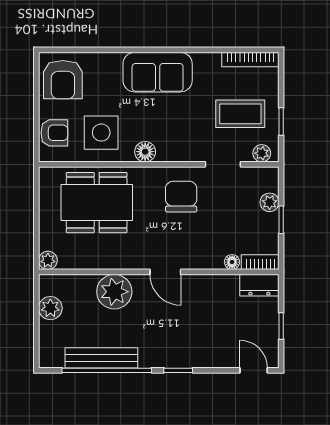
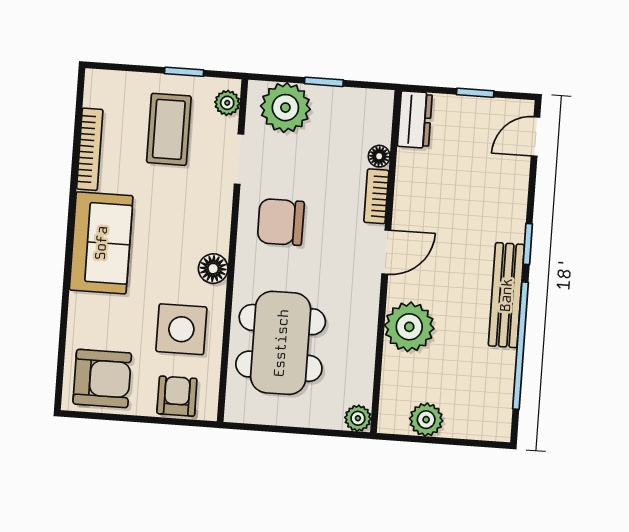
bookcase: (250, 59) -> (90, 149), moved
plant: (270, 202) -> (285, 108), width x1.87, depth x1.87
bookcase: (260, 262) -> (376, 196), moved
bench: (101, 358) -> (506, 295), moved

